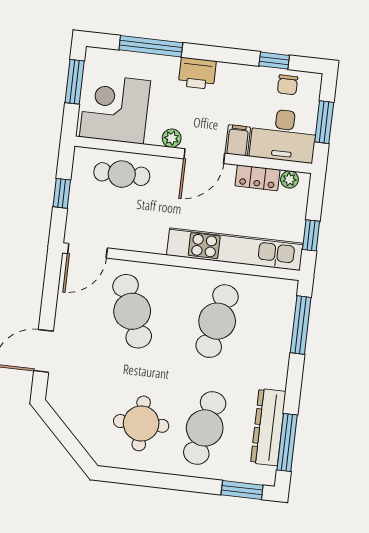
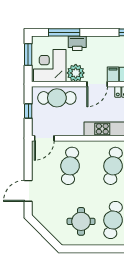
printer: (197, 73) -> (77, 43), moved
plant: (172, 138) -> (76, 73), width x1.88, depth x1.88
cafe table: (122, 174) -> (57, 98), width x1.37, depth x1.35
cafe table: (132, 311) -> (70, 166), turned 30

